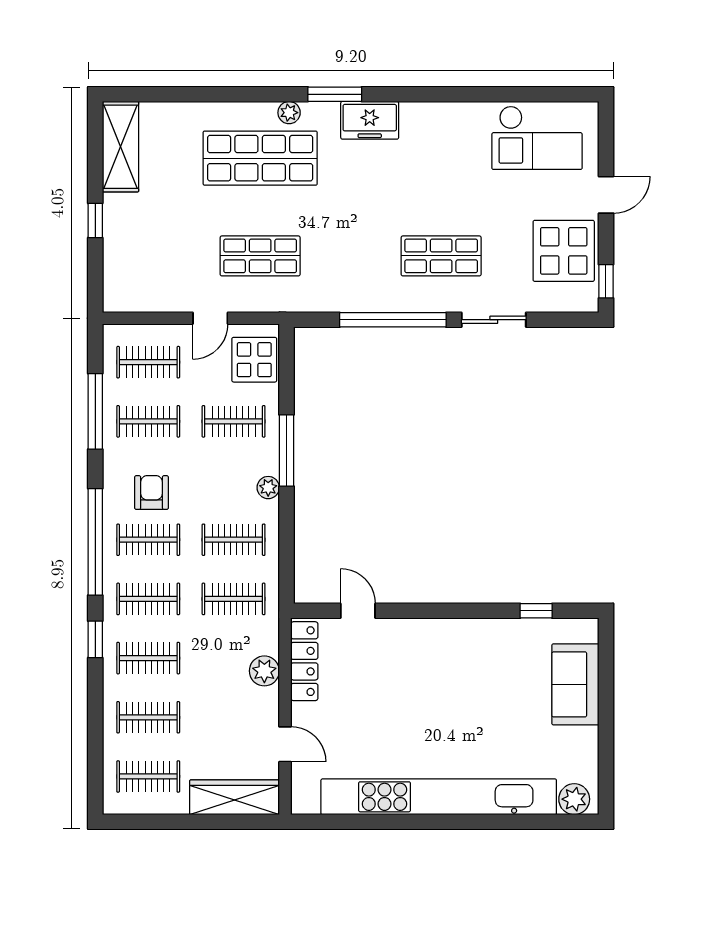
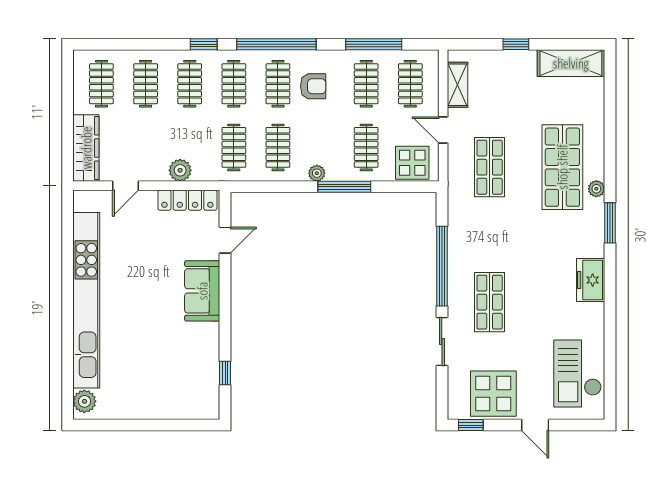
freezer: (370, 120) -> (591, 280), moved
shelving: (150, 299) -> (457, 85), added
sofa: (575, 684) -> (202, 291), moved, turned -90

